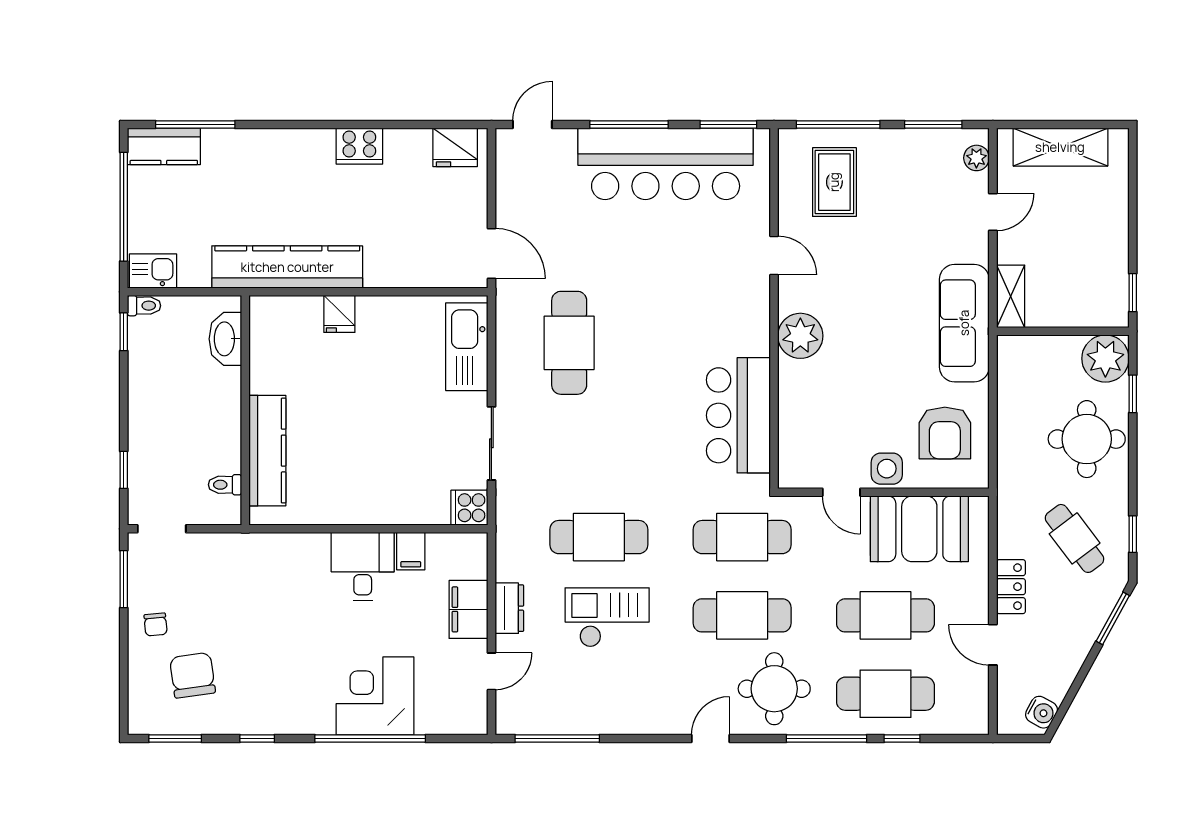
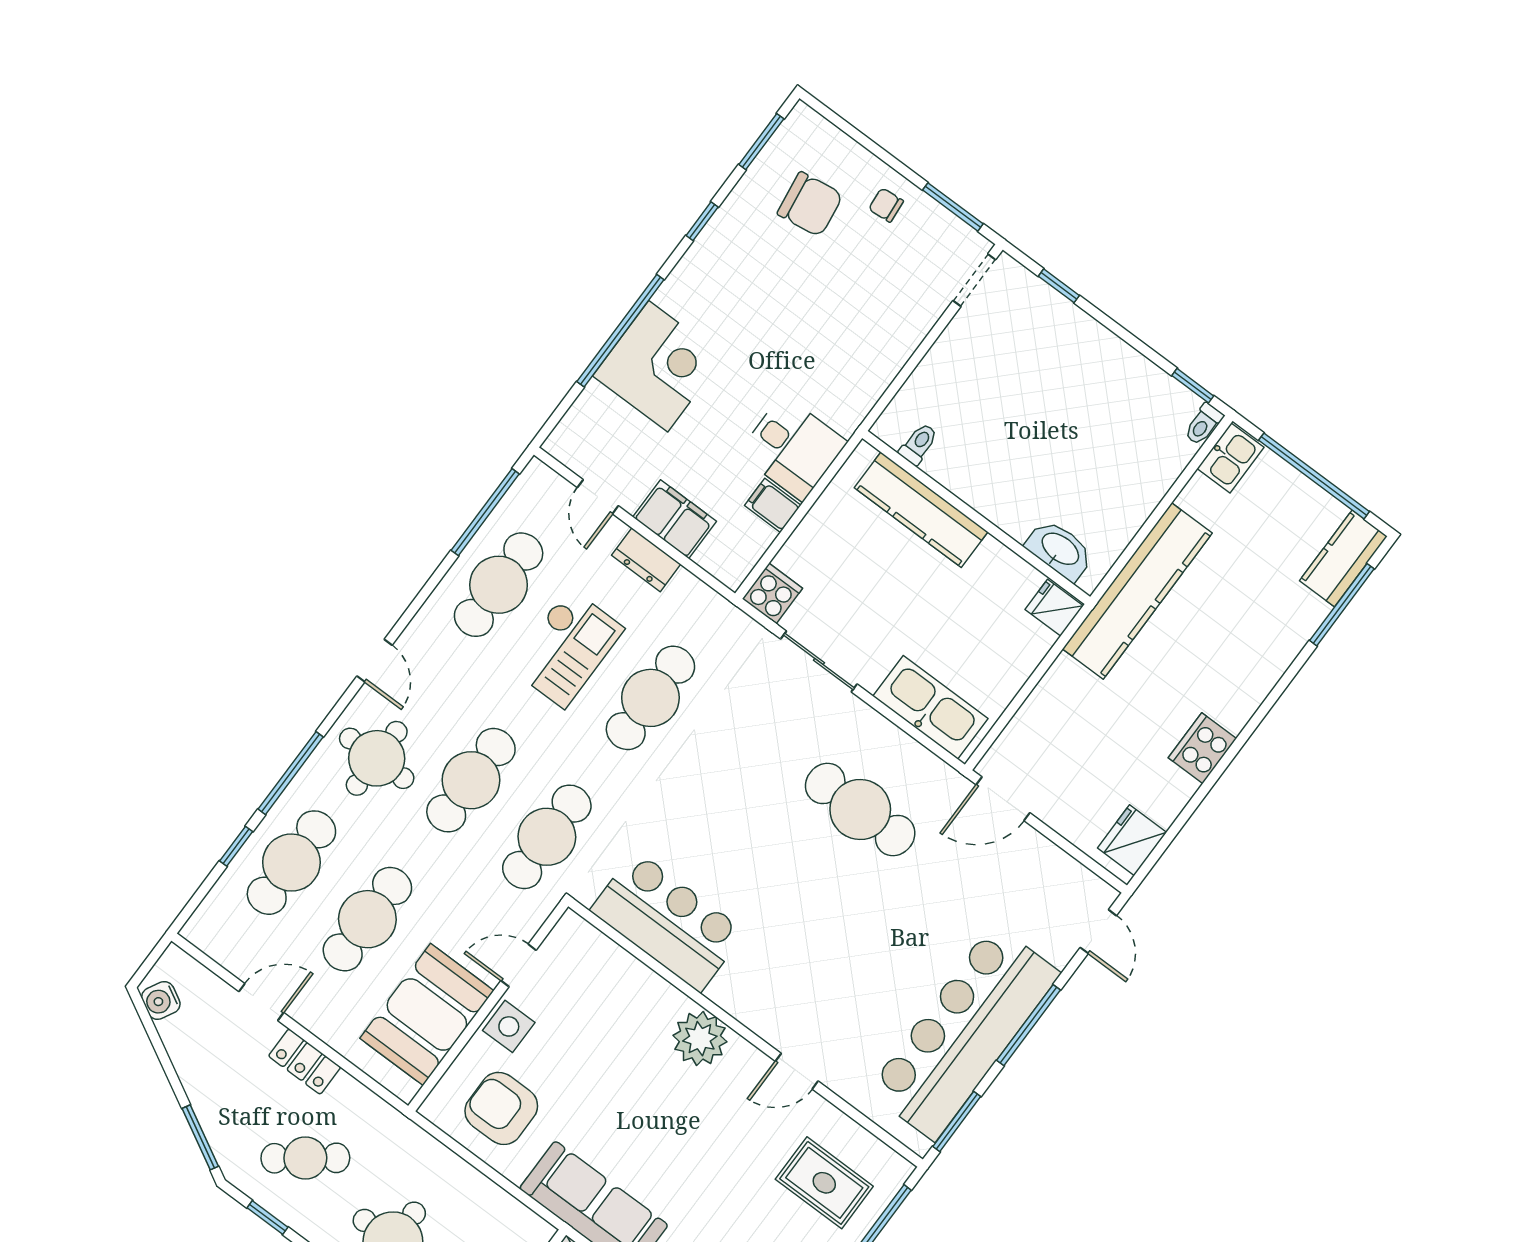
washbasin: (225, 339) -> (1060, 550), moved
wall: (245, 410) -> (976, 517), moved
kitchen counter: (267, 451) -> (921, 510), moved
toilet: (225, 485) -> (919, 444), moved
cafe table: (599, 694) -> (499, 585), added

